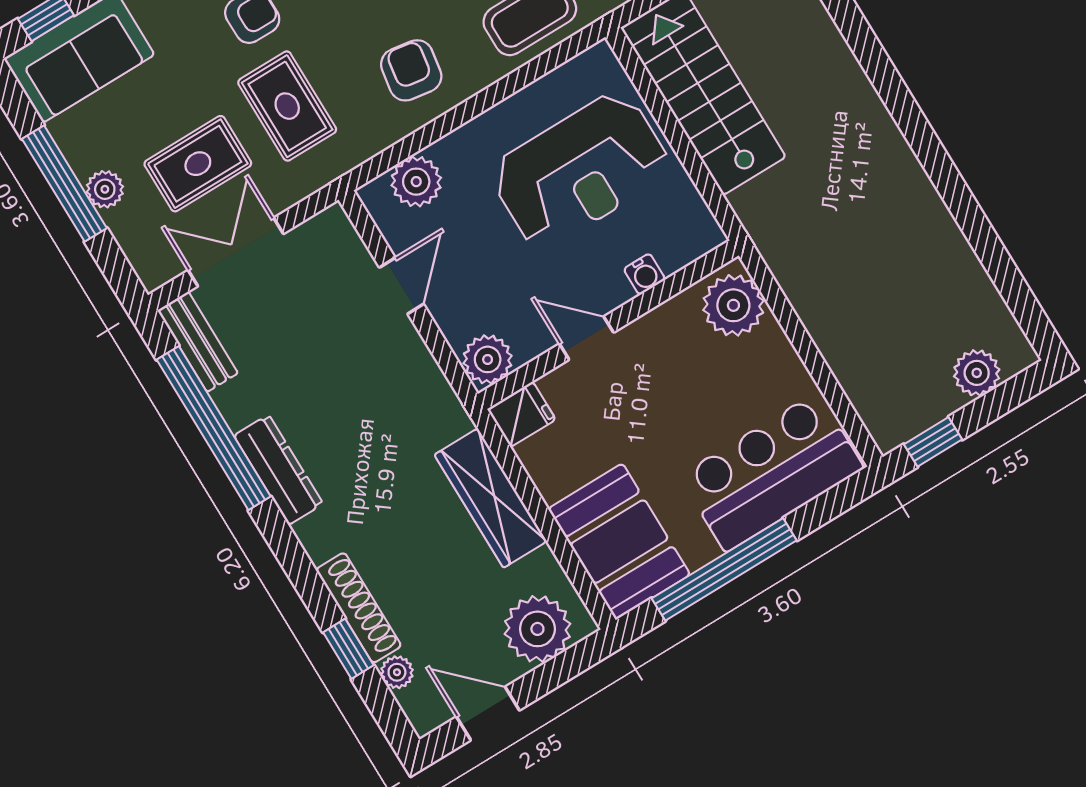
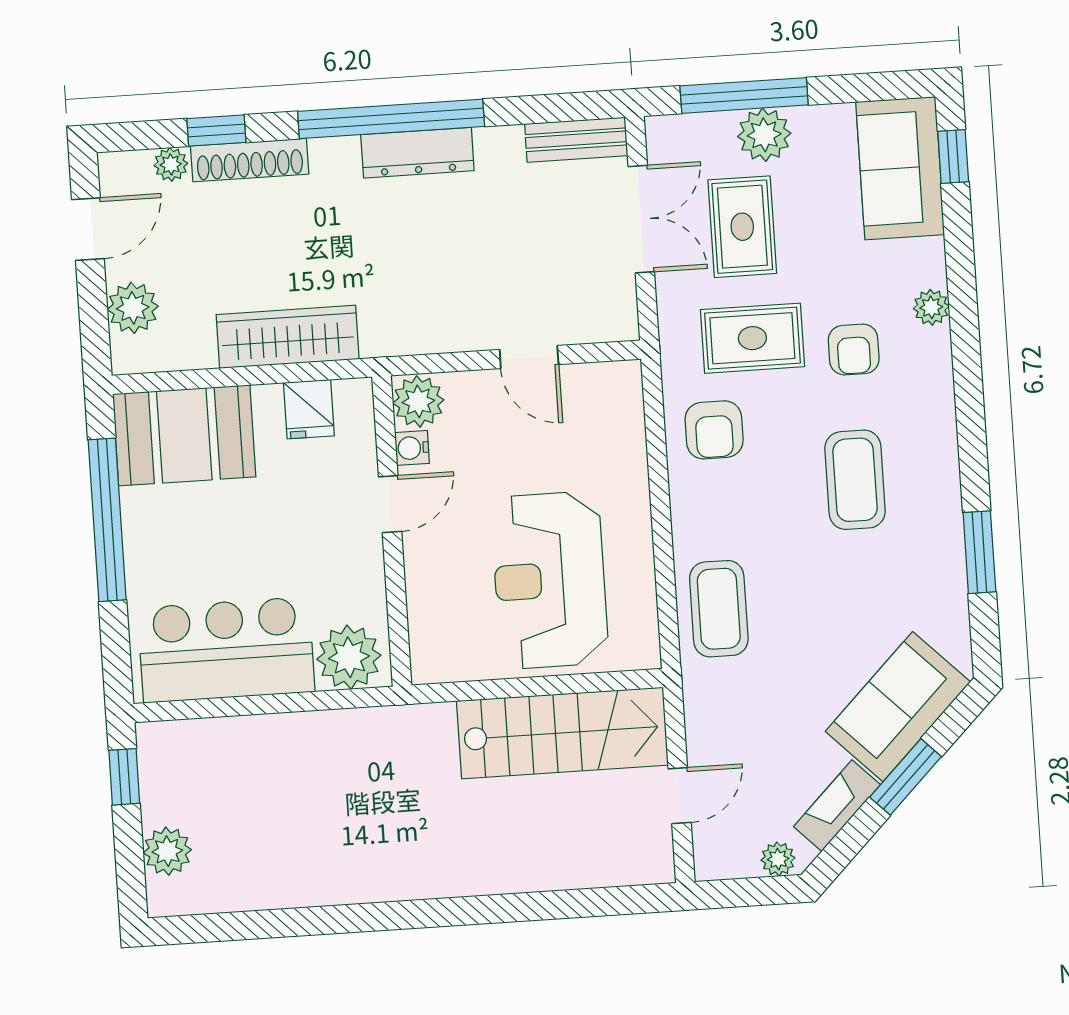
armchair: (411, 70) -> (714, 430), moved, turned 81
plant: (416, 182) -> (619, 422), removed
window: (64, 184) -> (744, 95), moved
plant: (105, 189) -> (764, 135), width x1.38, depth x1.38
water cooler: (644, 274) -> (412, 448), moved
fridge: (521, 414) -> (309, 409), moved
window: (214, 428) -> (391, 119), moved
bar counter: (771, 472) -> (226, 650), moved, turned -90
plant: (537, 629) -> (133, 308), width x0.73, depth x0.73

